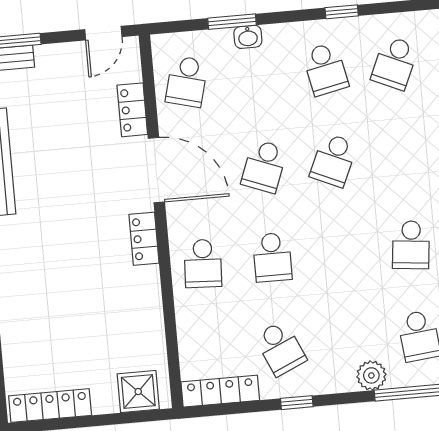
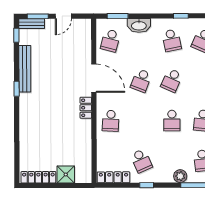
window: (232, 22) -> (118, 16), moved
door: (103, 33) -> (63, 16), moved
washbasin: (248, 37) -> (139, 25), width x1.91, depth x1.45
locker: (132, 110) -> (86, 51), removed
school desk: (272, 257) -> (172, 121), moved
shower: (138, 392) -> (66, 174), moved

